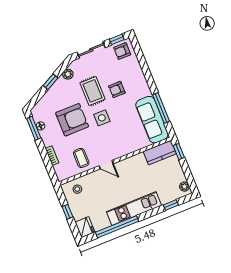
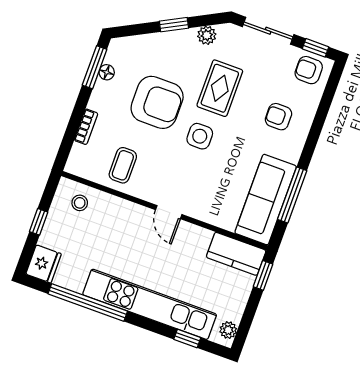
armchair: (117, 89) -> (278, 117), moved
door: (106, 165) -> (169, 212), moved
kitchen unit: (134, 209) -> (150, 304), width x1.36

